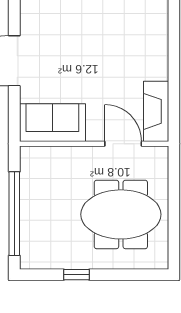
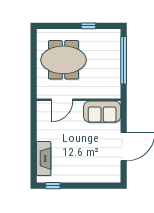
fireplace: (156, 111) -> (44, 158), moved
door: (123, 144) -> (62, 100), hinge flipped

